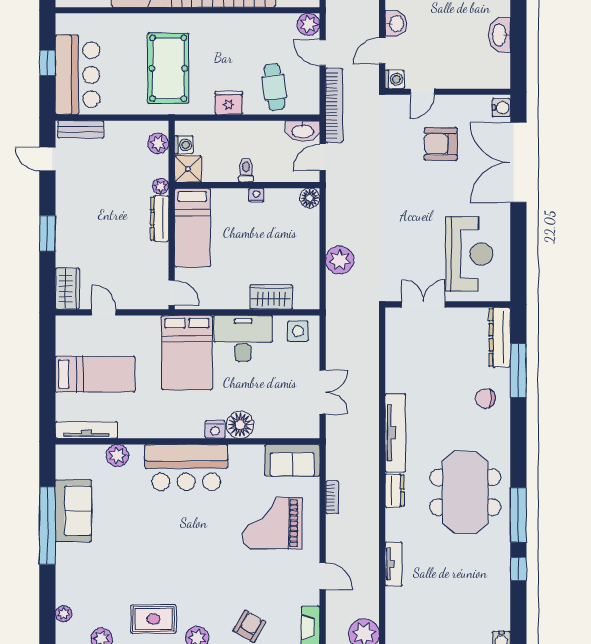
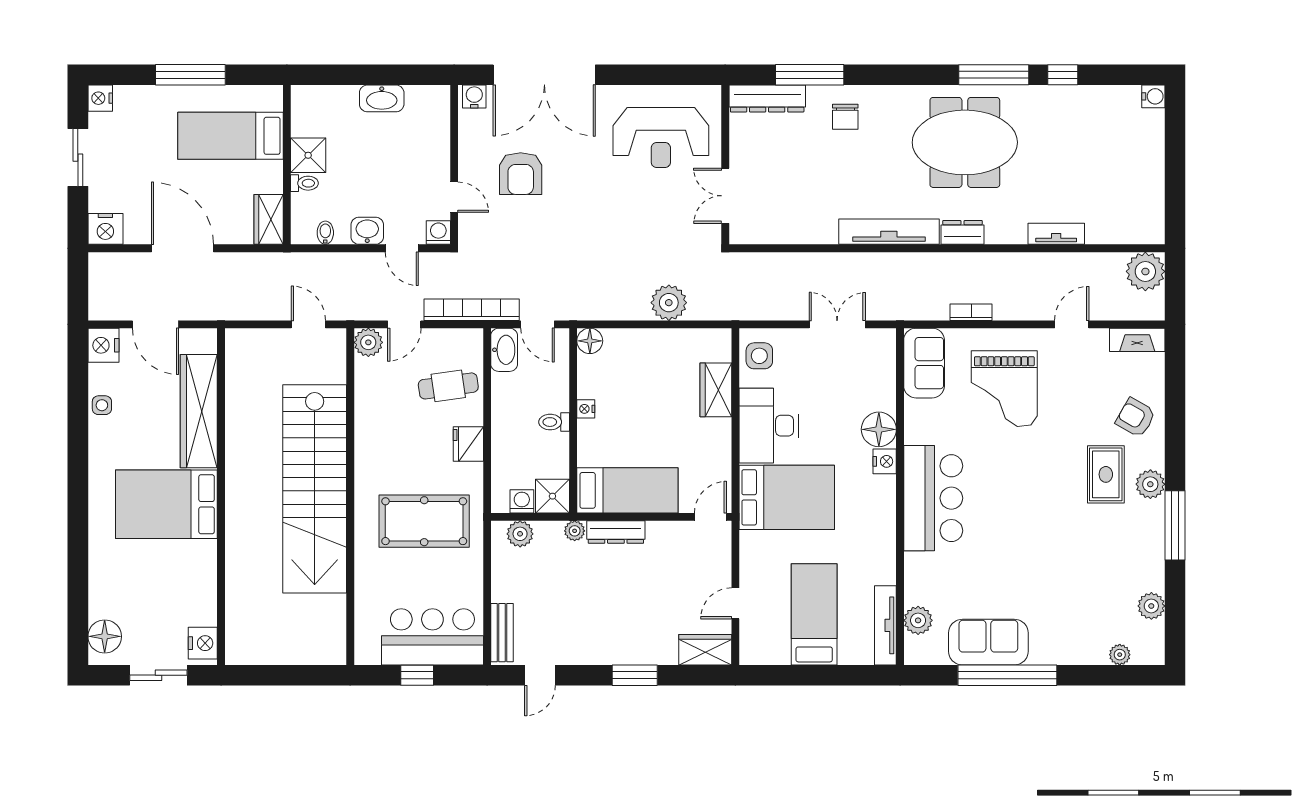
reception desk: (469, 254) -> (661, 138), turned 180
plant: (117, 456) -> (918, 620), moved
rug: (153, 619) -> (1106, 474), moved

